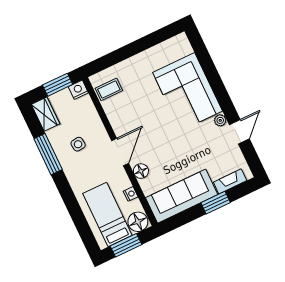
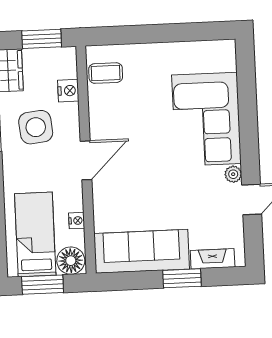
nightstand: (78, 90) -> (68, 91), moved, turned 90
side table: (78, 144) -> (36, 127), width x1.87, depth x1.87
floor lamp: (141, 171) -> (103, 196), removed

